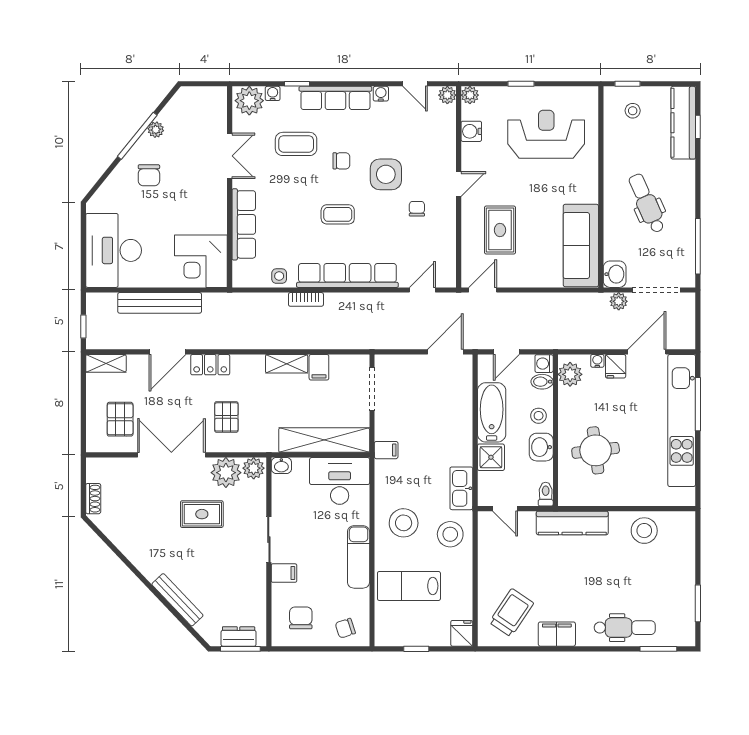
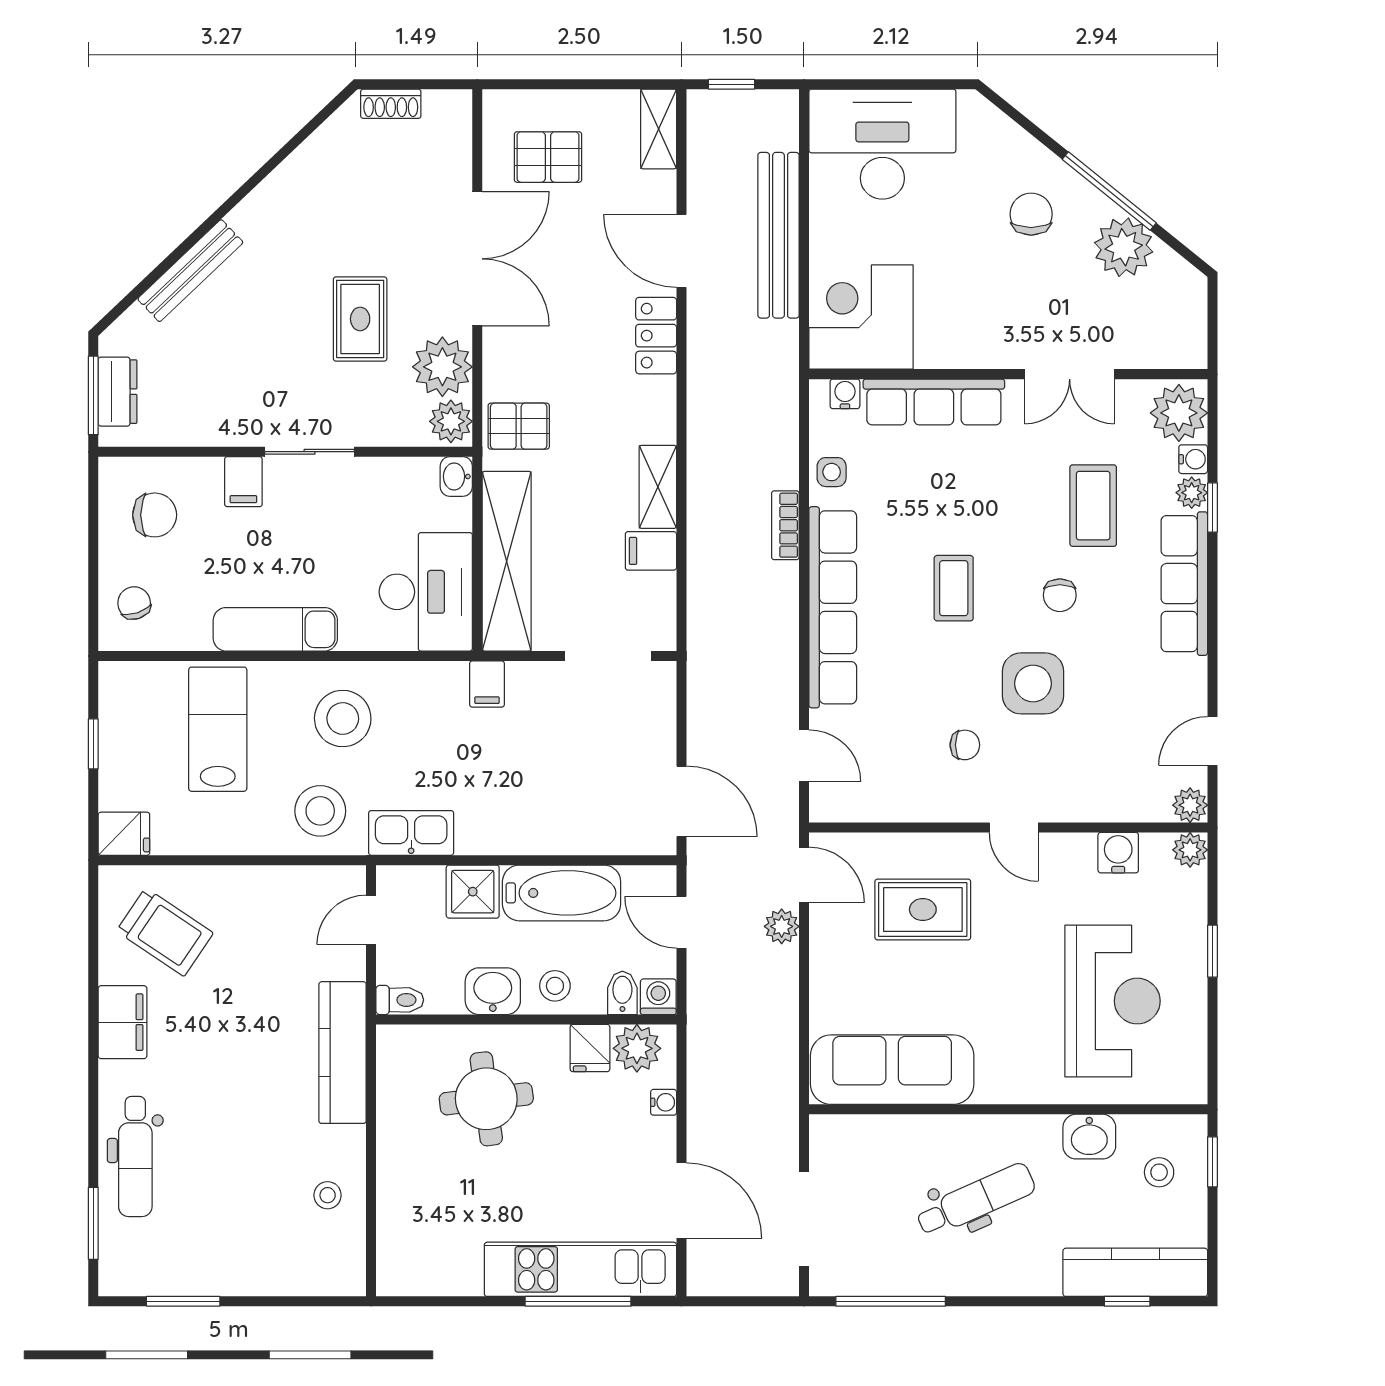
plant: (290, 94) -> (1192, 493), added
water cooler: (381, 94) -> (845, 394), moved, turned -90
plant: (156, 130) -> (1124, 247), width x1.88, depth x1.88
chair: (149, 175) -> (1031, 214), turned 90
washbasin: (615, 274) -> (1089, 1137), moved
plant: (619, 301) -> (782, 926), moved
fridge: (616, 366) -> (590, 1048), moved, turned -90
pallet: (226, 417) -> (519, 426), moved
kitchen unit: (682, 420) -> (580, 1269), width x0.73
stool: (644, 531) -> (328, 1195), width x0.53, depth x0.53

